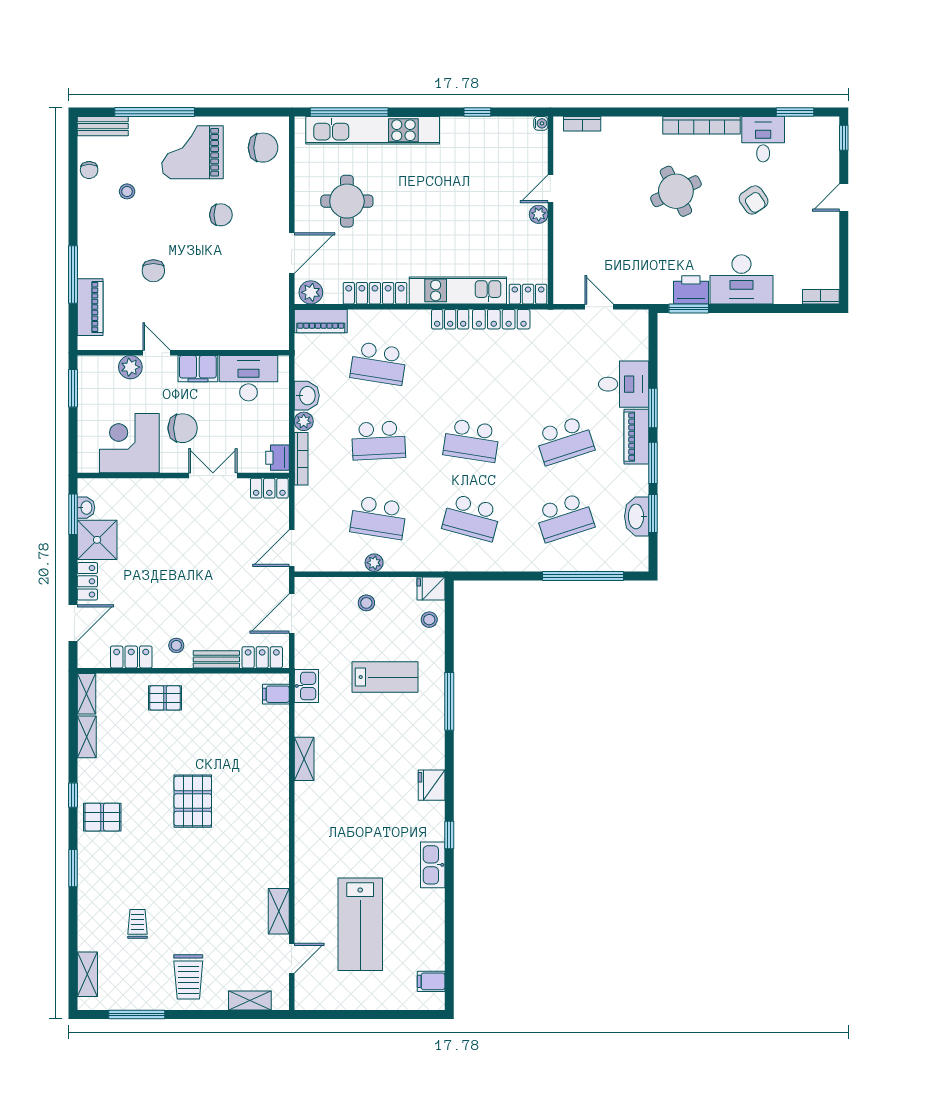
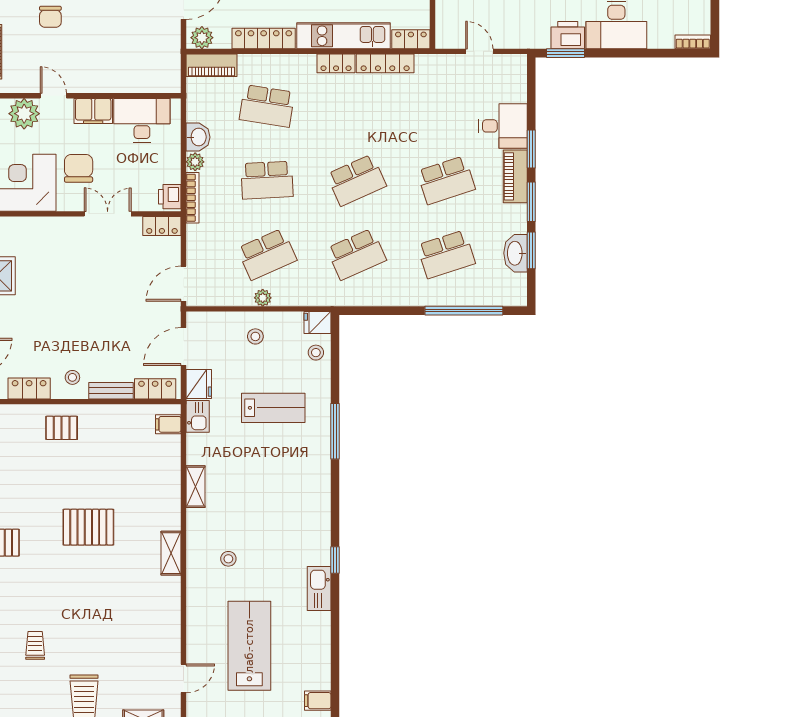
plant: (130, 367) -> (24, 114), width x1.36, depth x1.36
chair: (183, 428) -> (79, 168), turned -90
school desk: (471, 440) -> (357, 180), turned -33
school desk: (378, 518) -> (267, 254), turned -33
school desk: (471, 518) -> (357, 254), turned -39
fridge: (432, 785) -> (199, 384), moved, turned 180
pallet: (193, 801) -> (88, 527), turned 90
stool: (338, 834) -> (228, 559), added
shelving: (279, 911) -> (171, 553), moved
lab bench: (360, 924) -> (249, 646), turned 180

